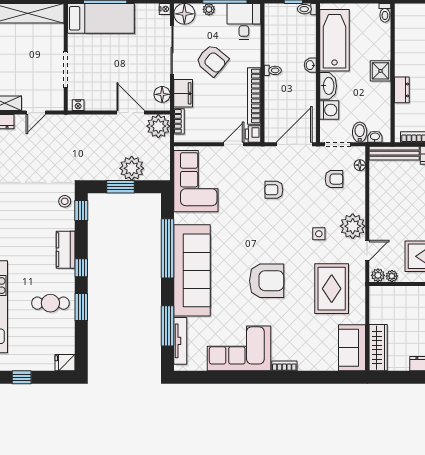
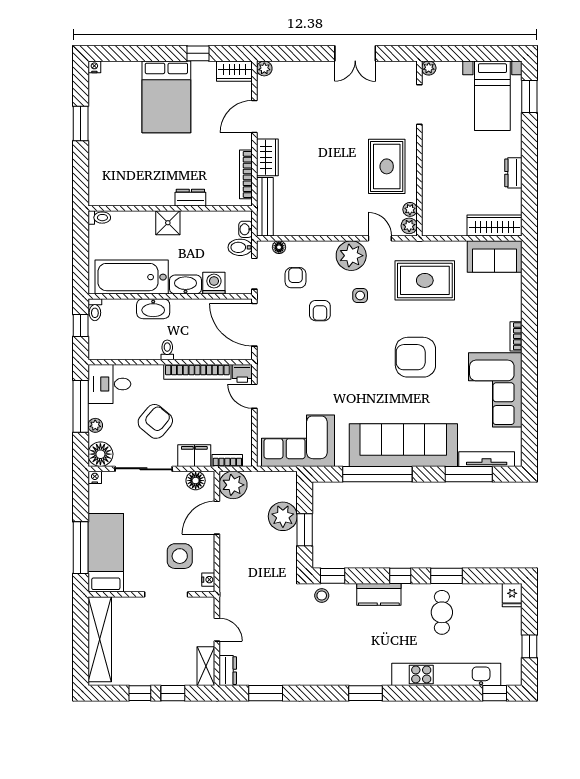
washbasin: (310, 65) -> (153, 309), width x1.91, depth x1.45
side table: (98, 81) -> (180, 556), added
armchair: (274, 190) -> (320, 311), moved
armchair: (267, 281) -> (415, 357), turned -90

